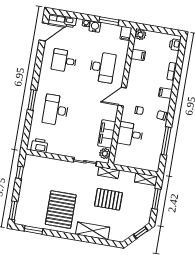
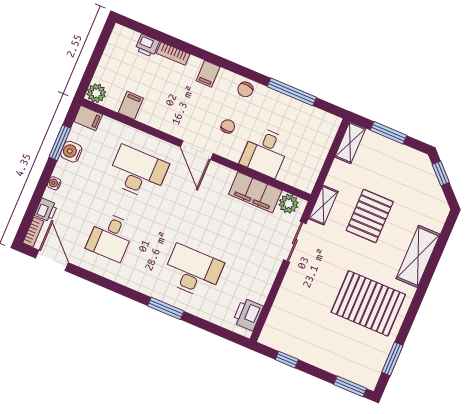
water cooler: (95, 27) -> (71, 152), moved
printer: (175, 45) -> (147, 46), moved
desk: (56, 110) -> (193, 272), turned 180

